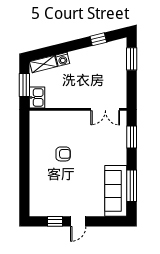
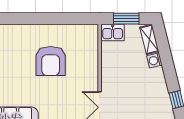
armchair: (63, 154) -> (51, 61), width x1.88, depth x1.88

